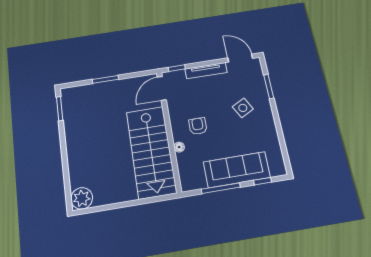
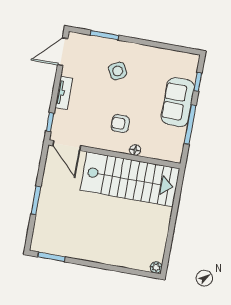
tv unit: (206, 71) -> (64, 93), width x0.71
sofa: (237, 170) -> (178, 102), width x0.73
plant: (82, 198) -> (156, 267), width x0.53, depth x0.53

